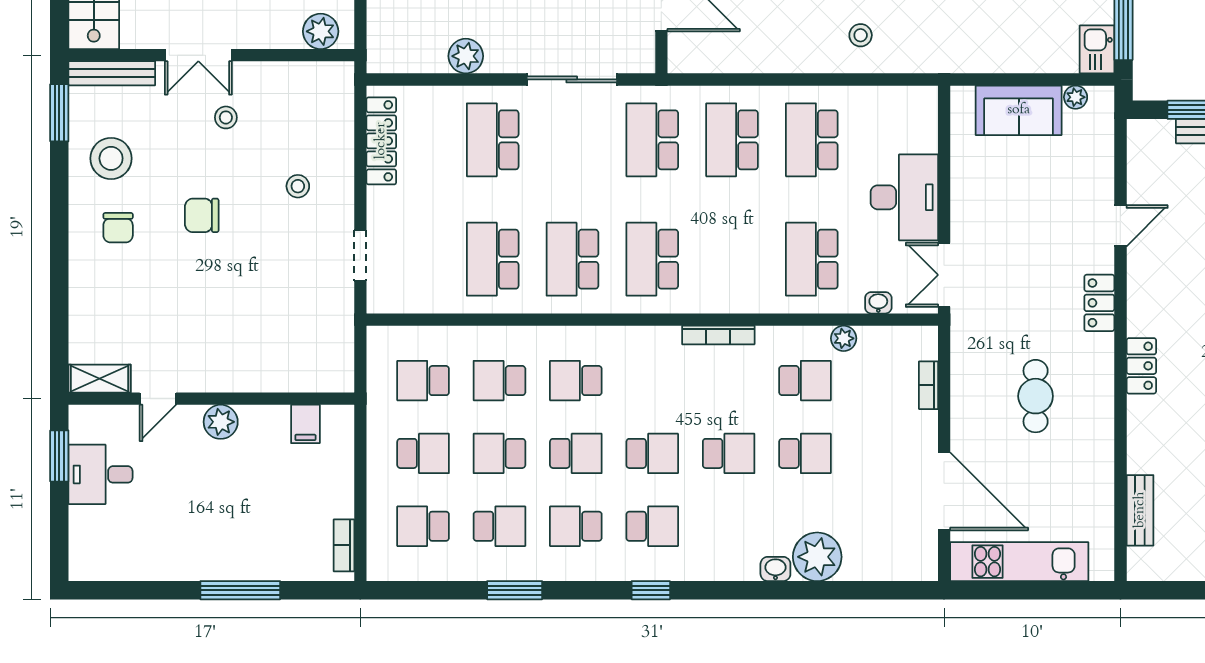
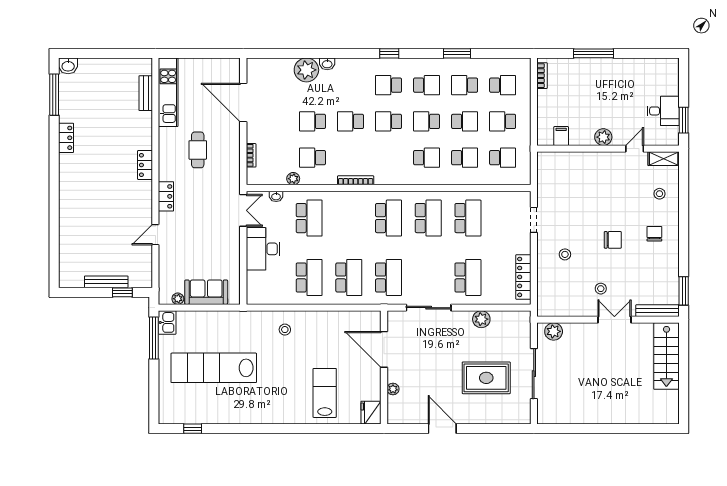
stool: (111, 158) -> (659, 194), moved, width x0.53, depth x0.53
kitchen unit: (1019, 562) -> (168, 92), moved, turned -90

